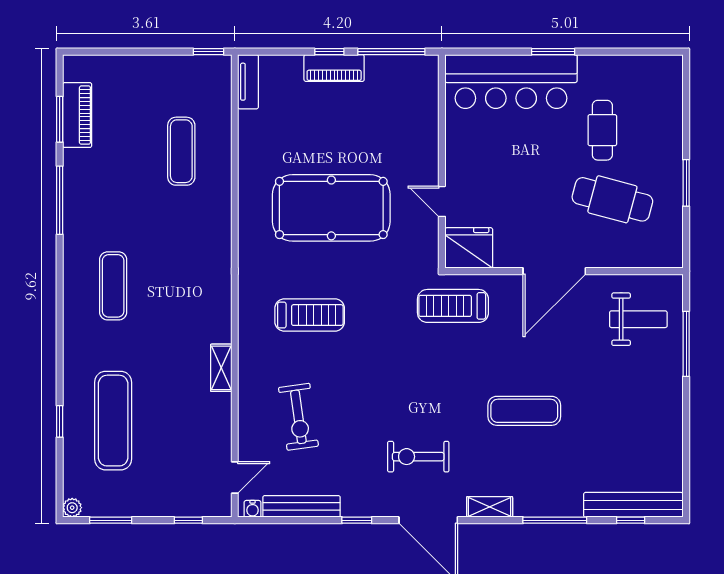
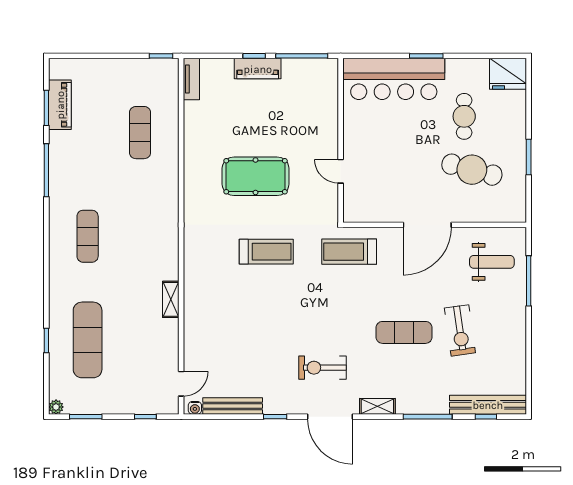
pool table: (331, 208) -> (256, 176), width x0.73, depth x0.76
fridge: (469, 248) -> (508, 74), moved, turned 180
treadmill: (310, 315) -> (266, 252), moved
exercise bike: (298, 417) -> (460, 330), moved

